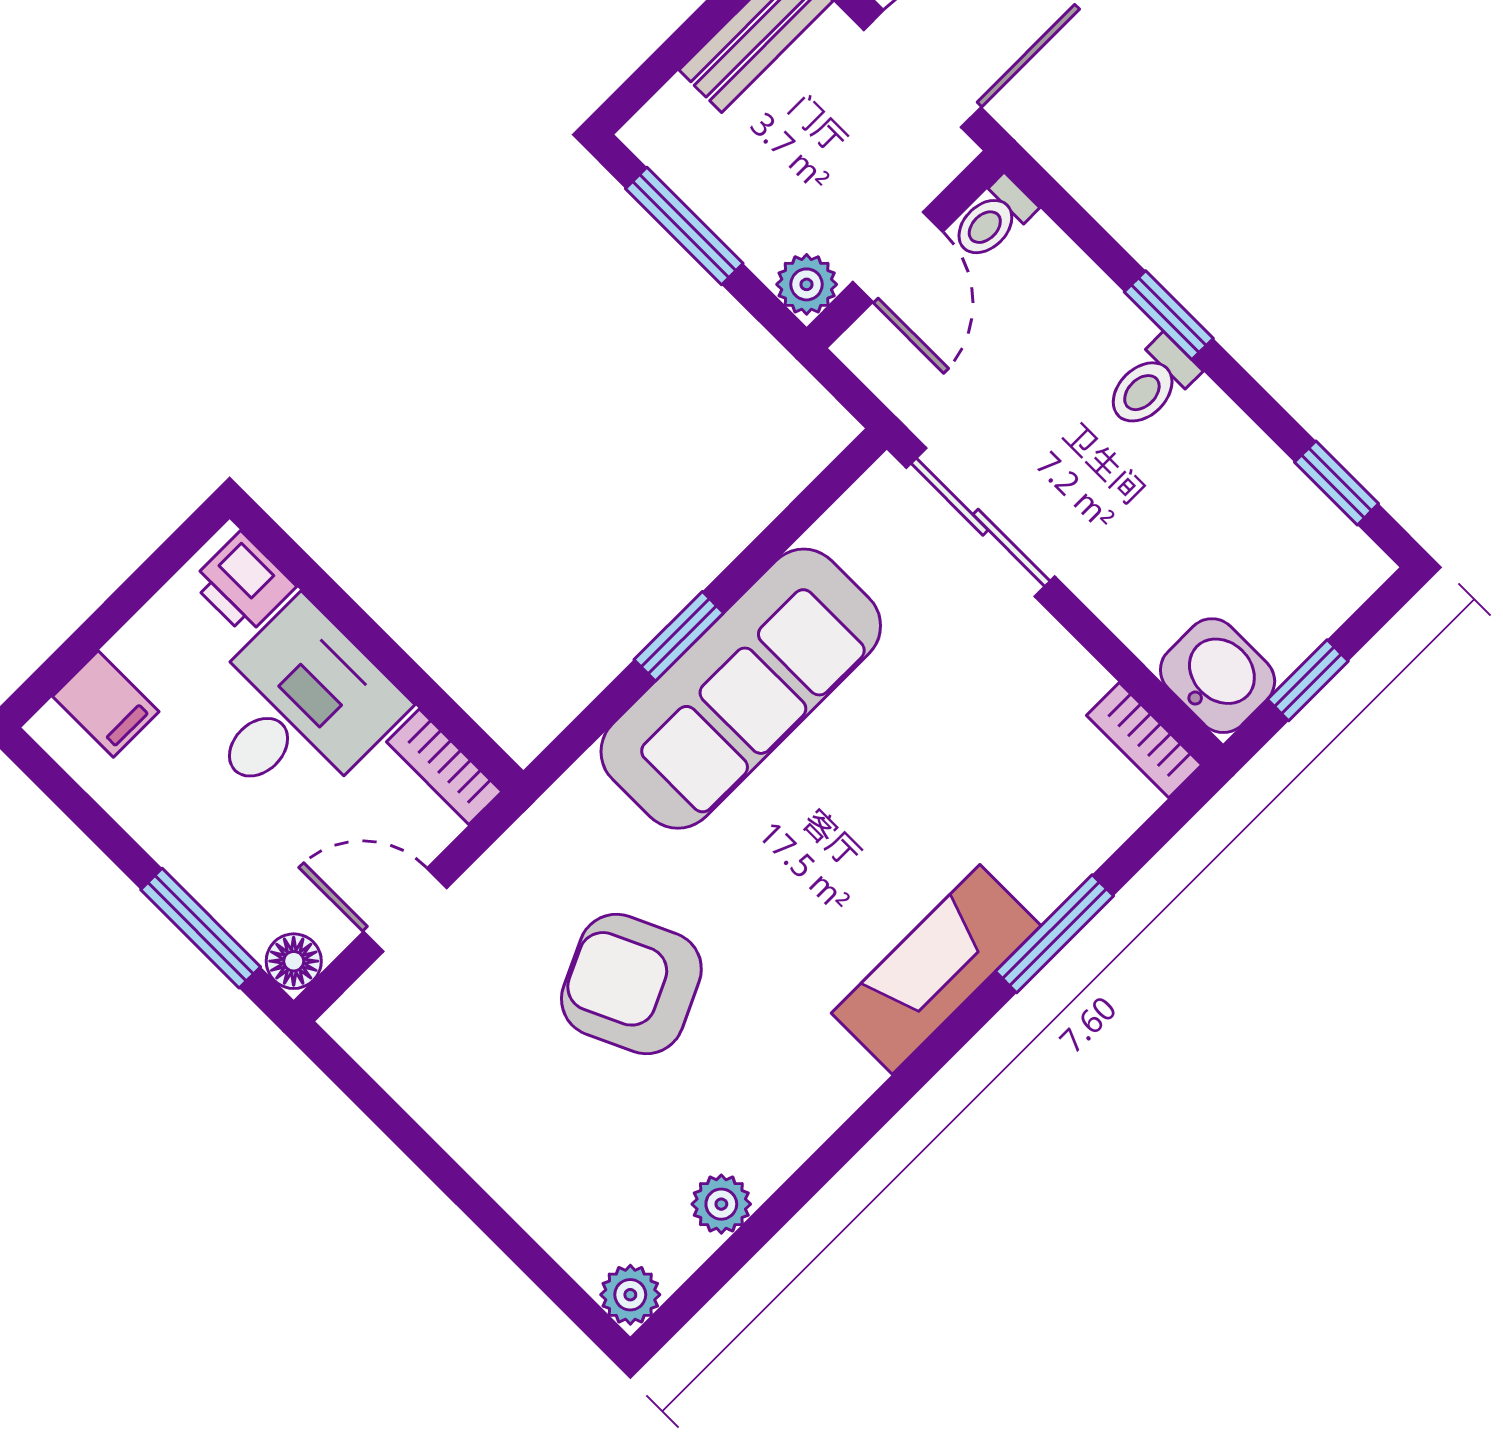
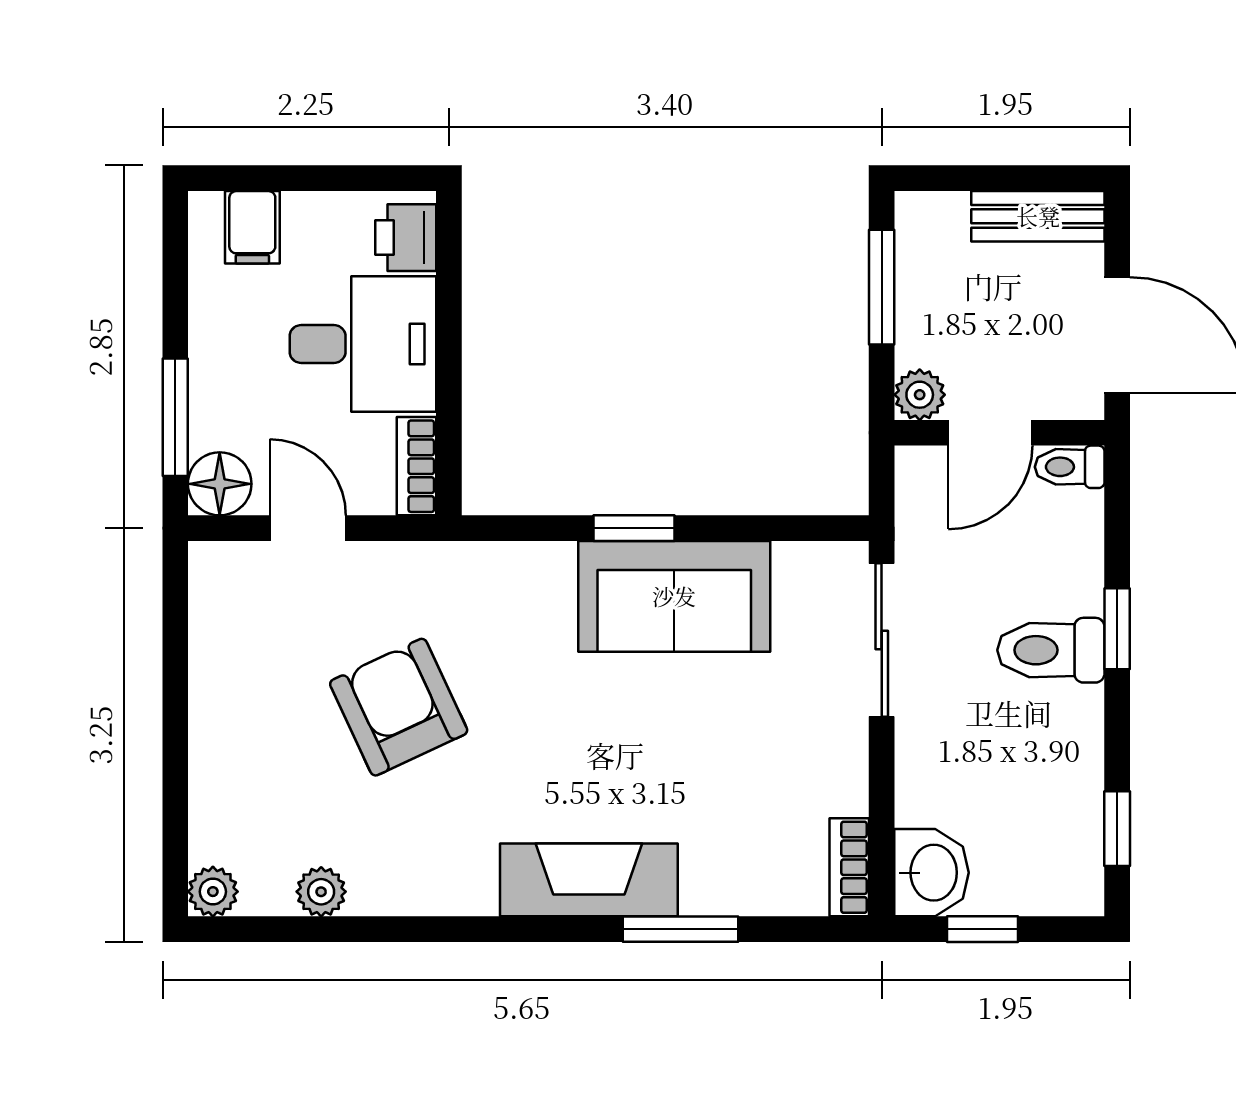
toilet: (1151, 384) -> (1051, 650), width x1.37, depth x1.39
sofa: (741, 689) -> (674, 596), width x0.73
floor lamp: (294, 961) -> (220, 484), width x1.37, depth x1.37

